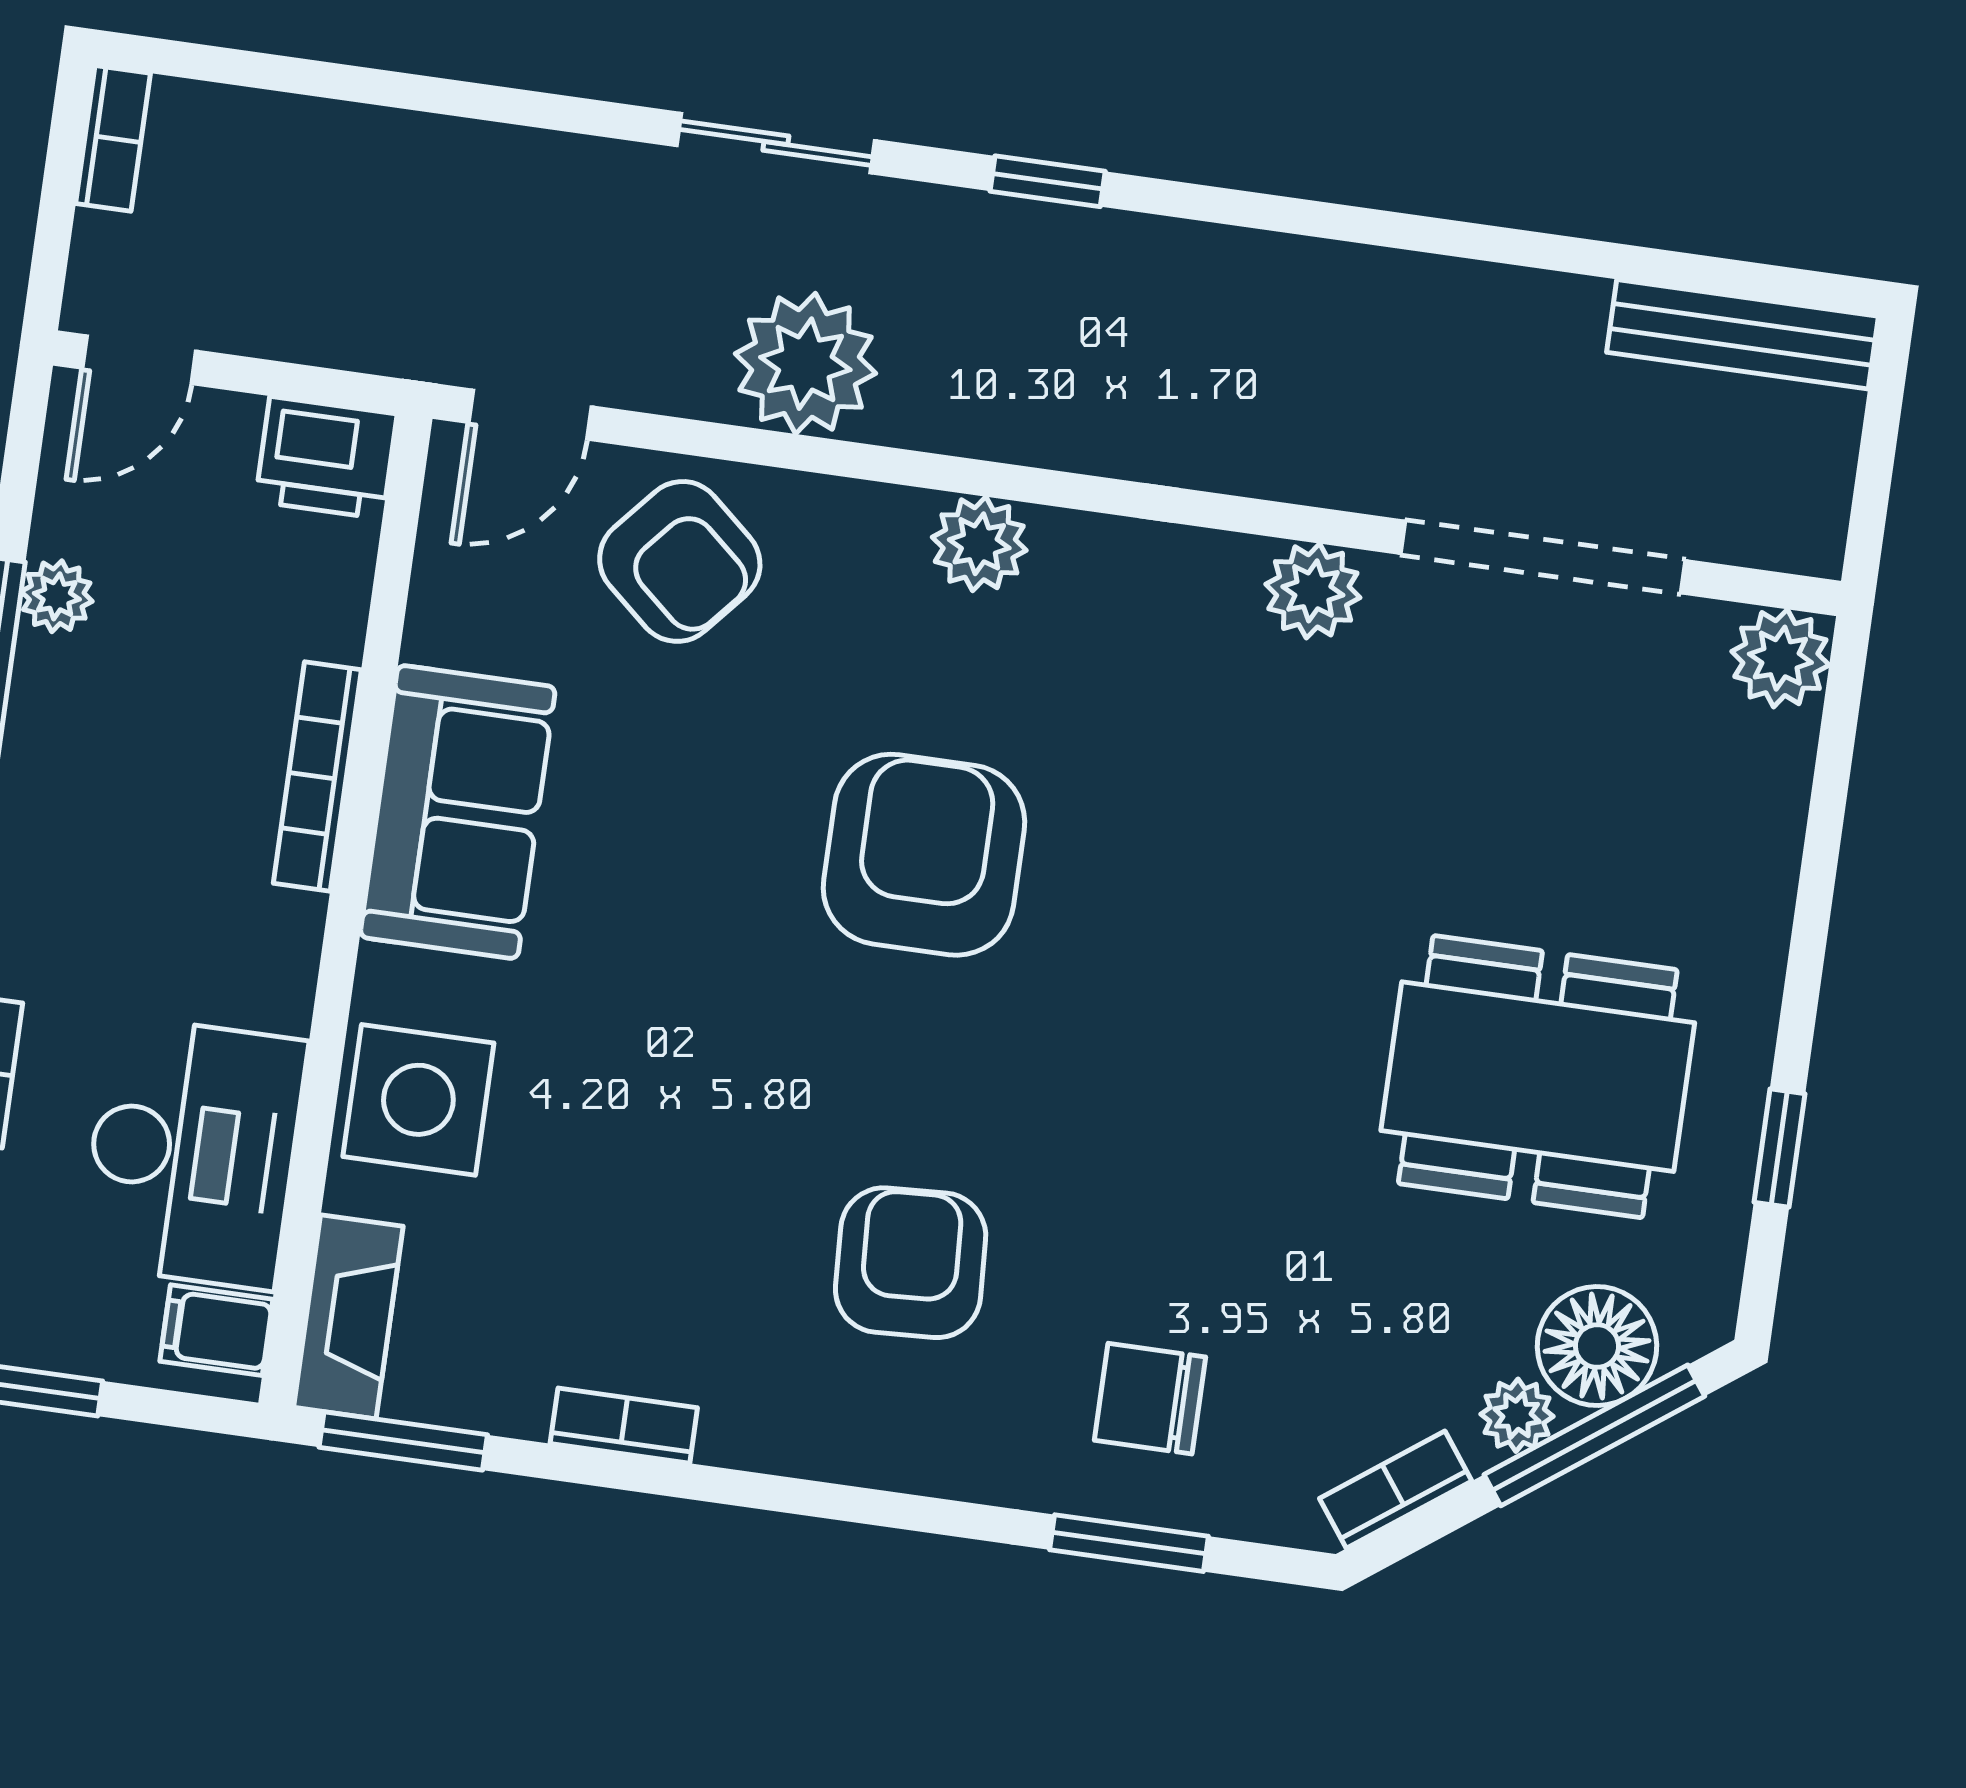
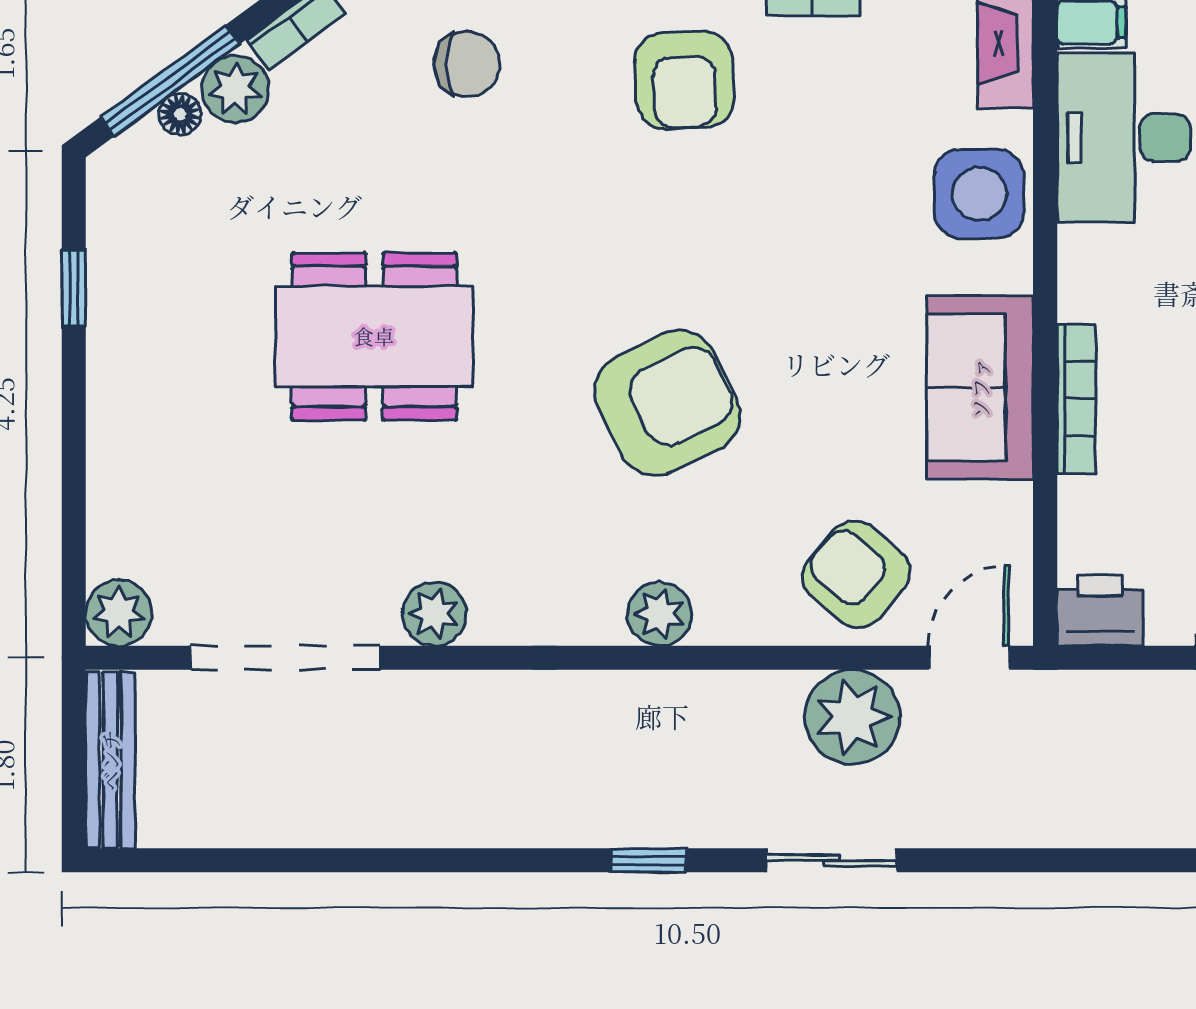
bench: (1743, 334) -> (110, 760), moved, turned 90
plant: (805, 364) -> (852, 717), moved
armchair: (924, 855) -> (667, 403), turned -116
dining table: (1538, 1077) -> (374, 336), moved
armchair: (911, 1263) -> (684, 80), moved
floor lamp: (1597, 1346) -> (180, 114), width x0.53, depth x0.53
plant: (1517, 1415) -> (235, 89), width x1.38, depth x1.38

